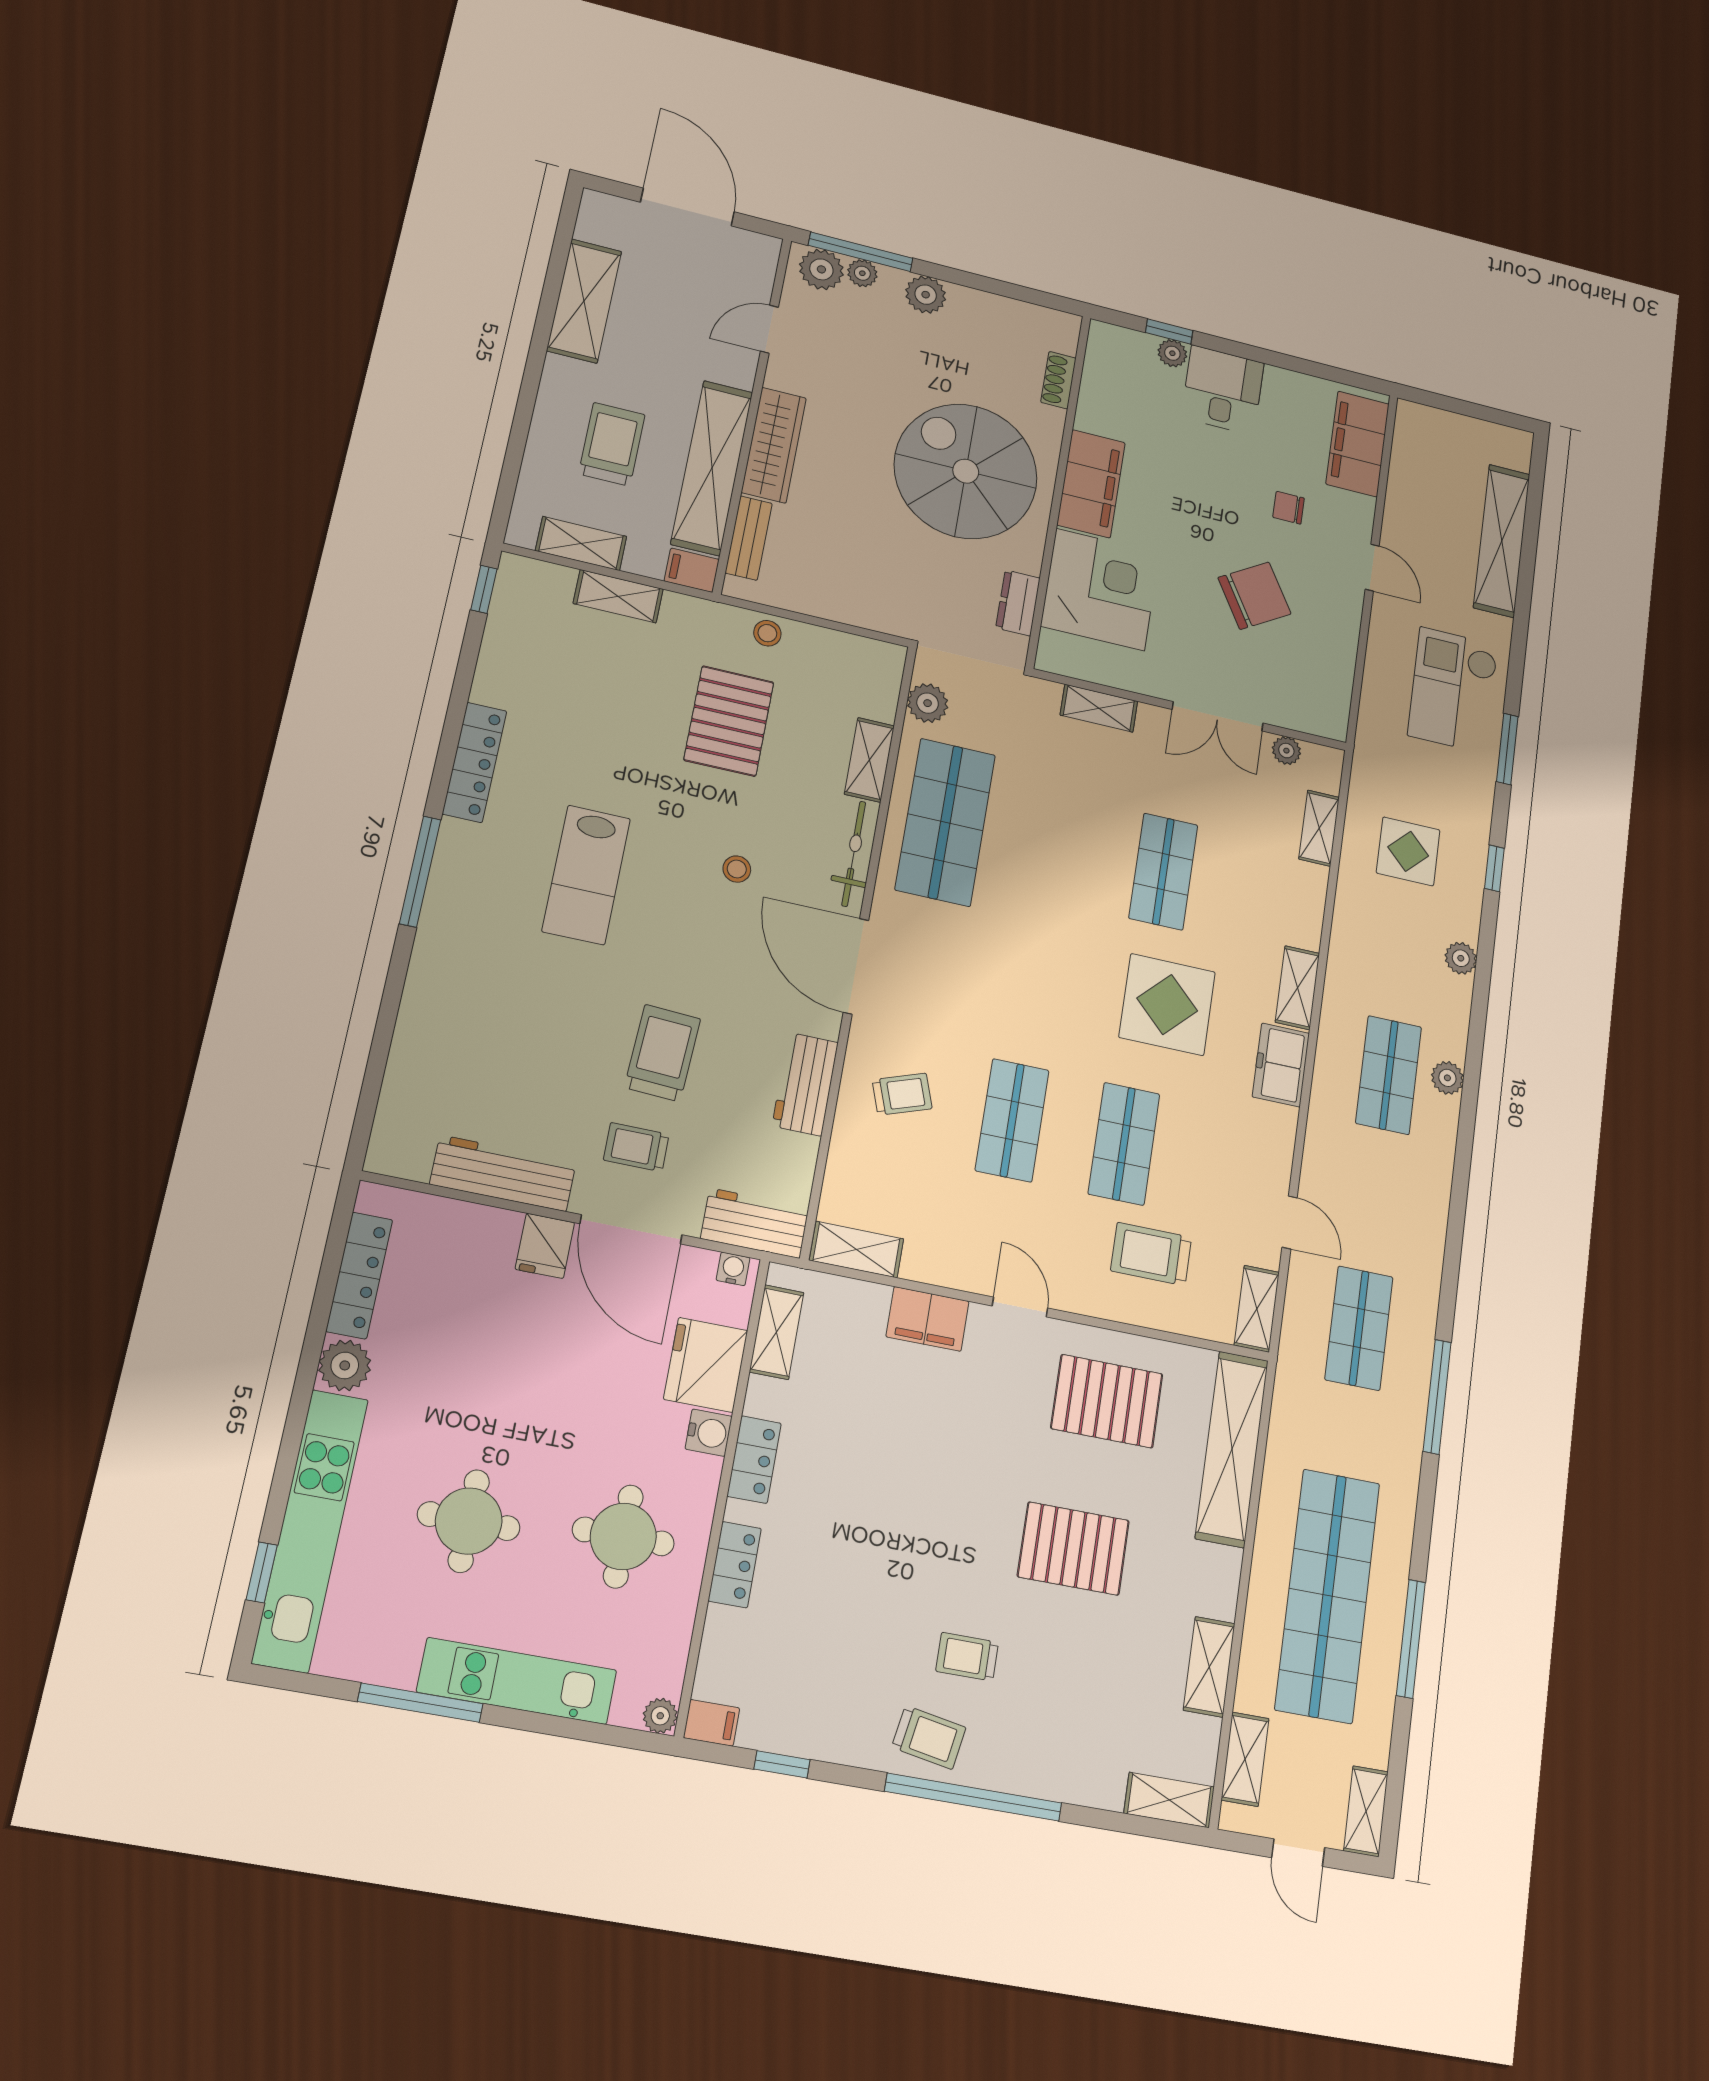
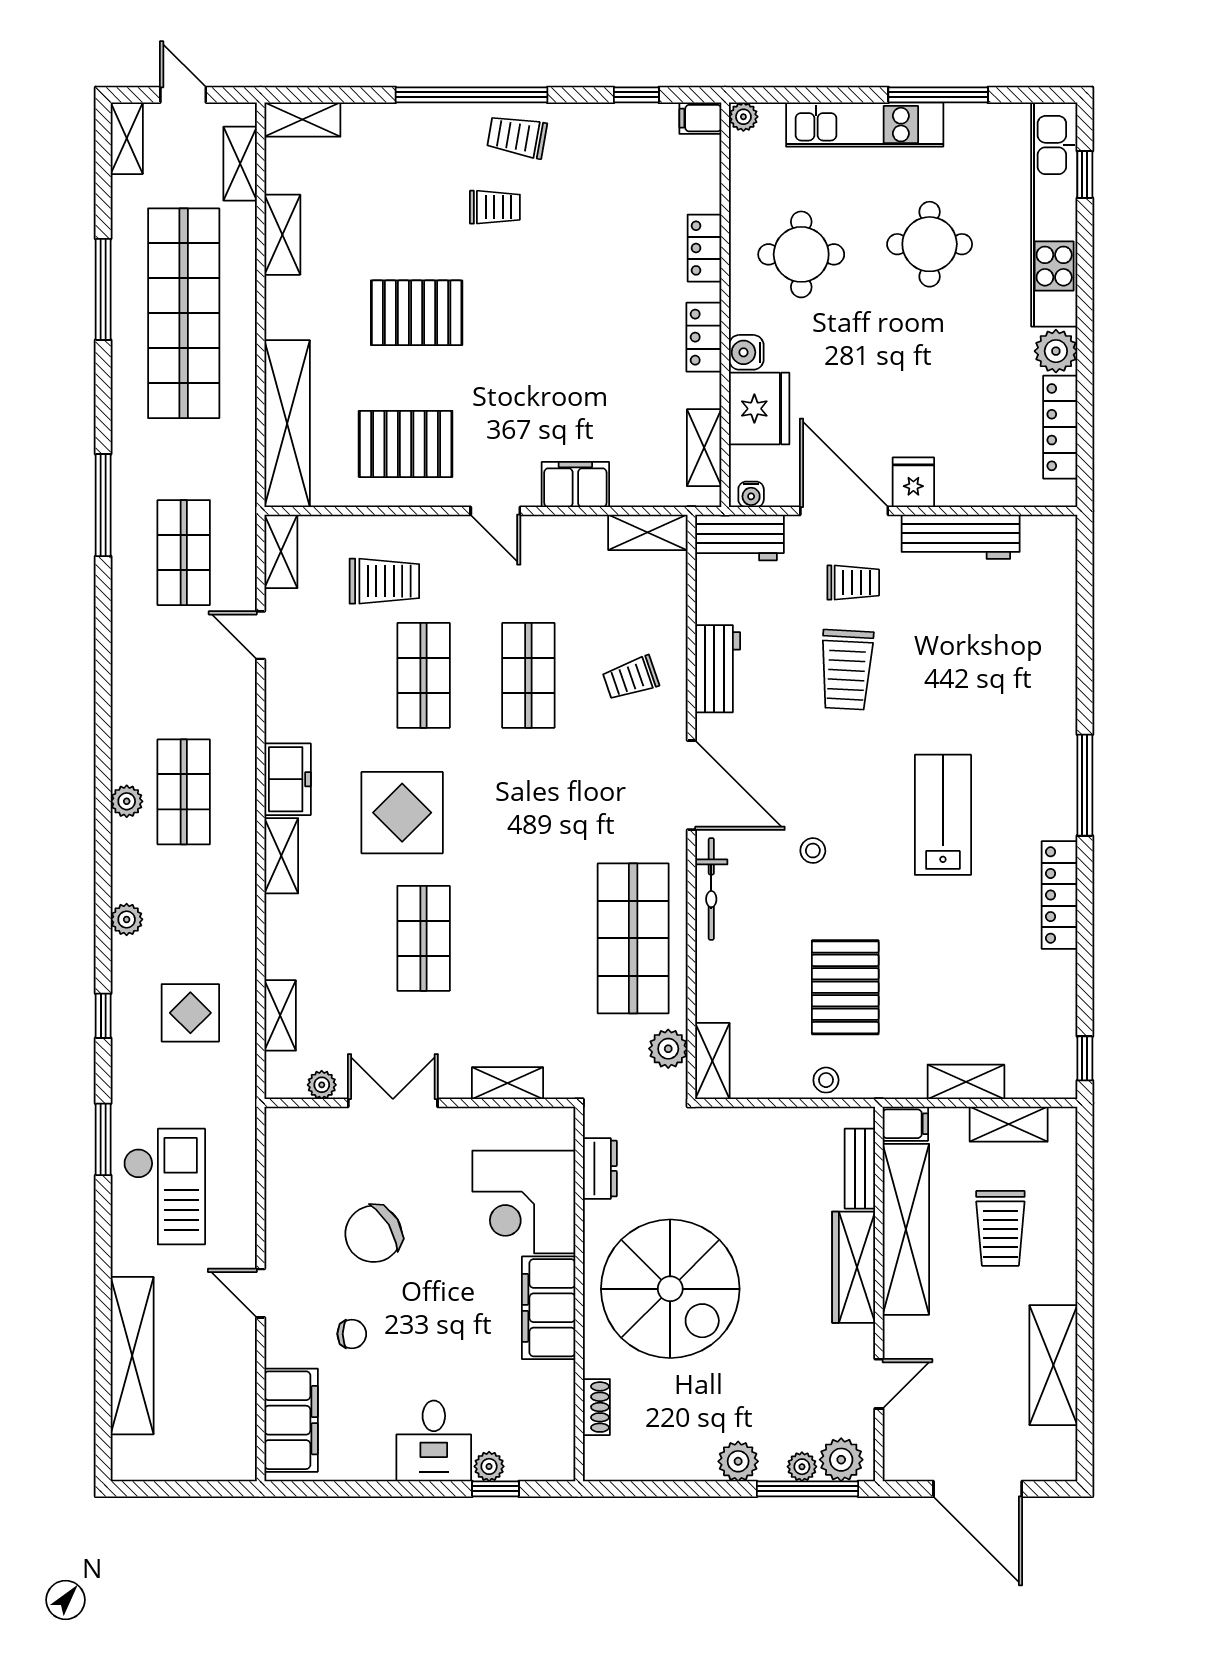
shelving: (869, 760) -> (712, 1061), moved

